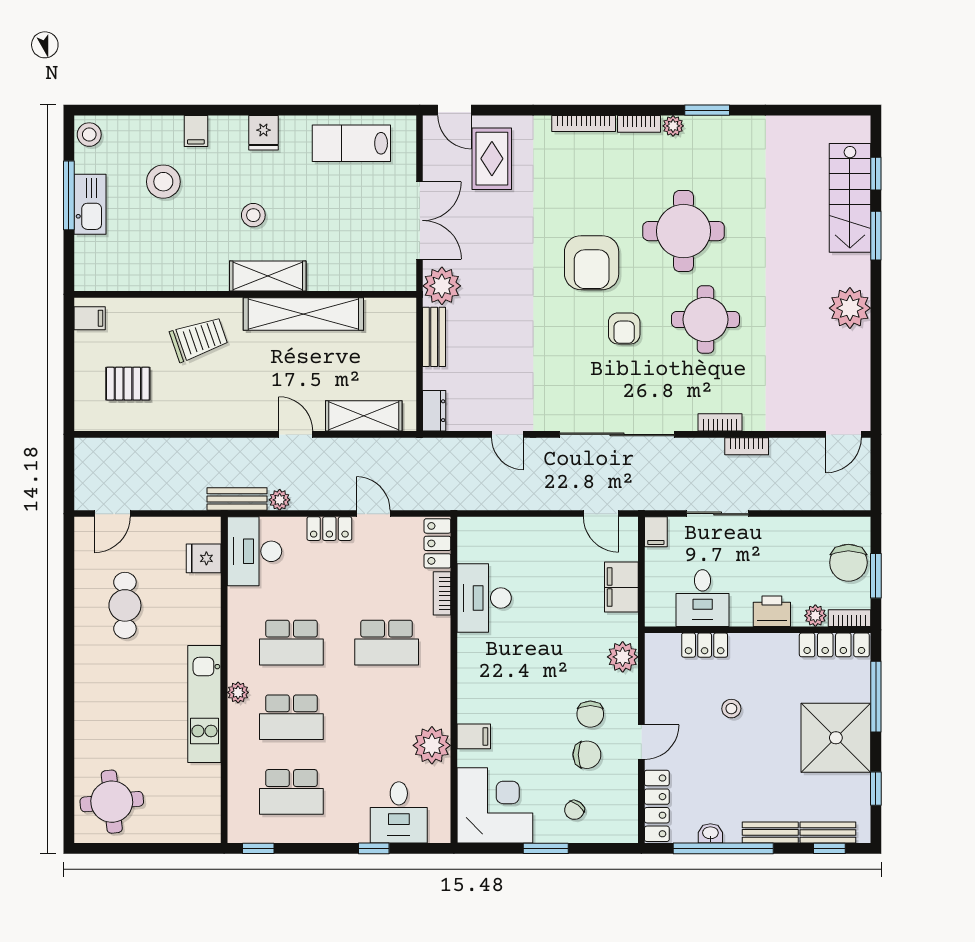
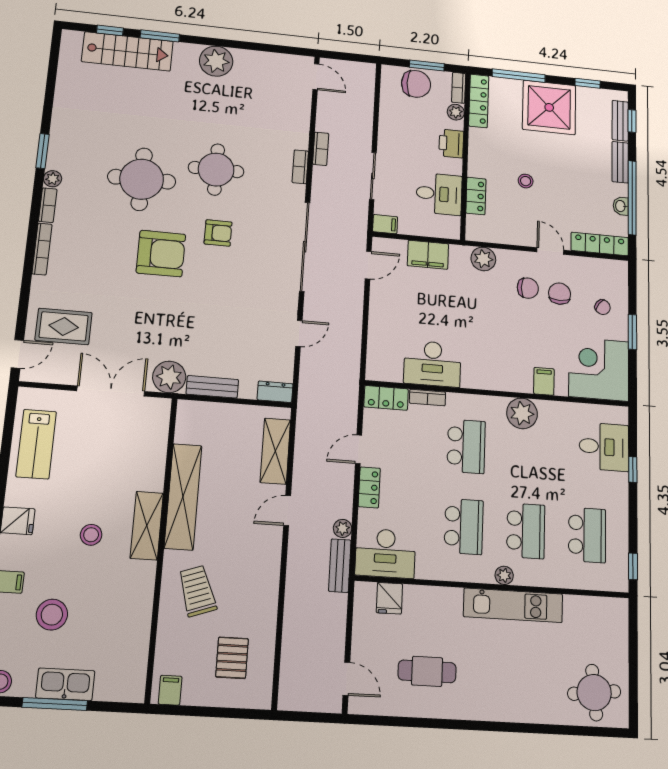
plant: (432, 745) -> (522, 413), moved

